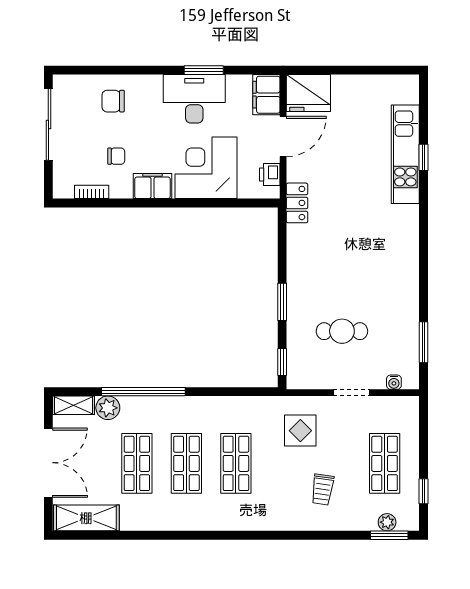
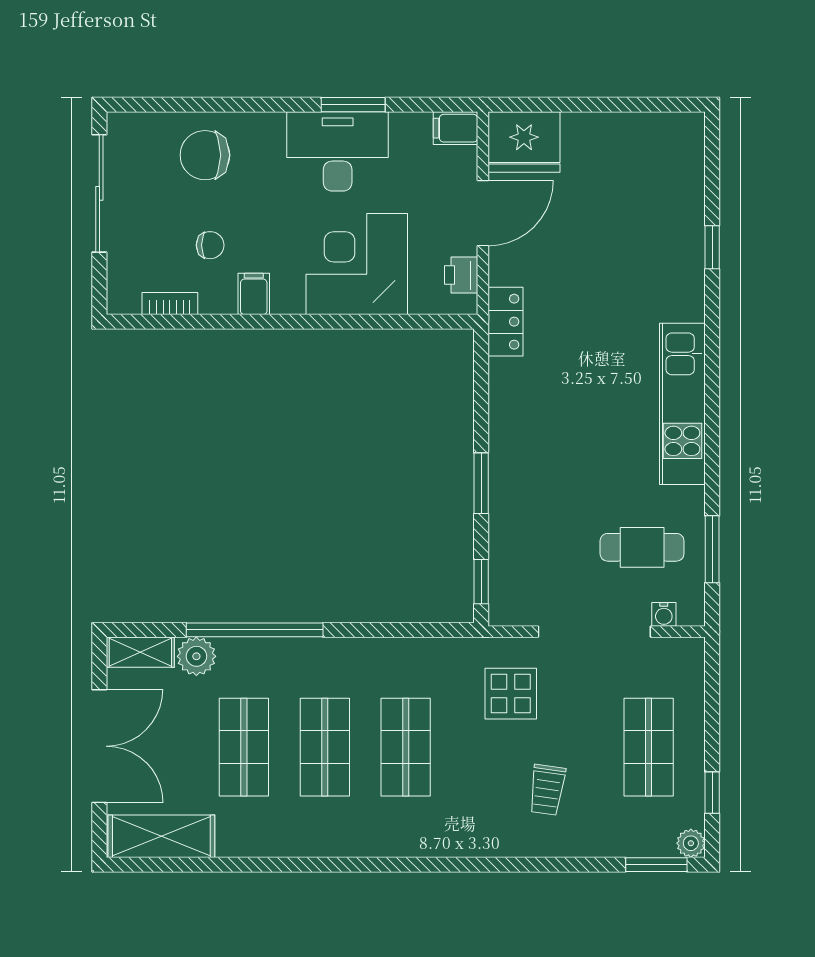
filing cabinet: (266, 95) -> (455, 128), width x0.50
chair: (113, 101) -> (205, 155), width x1.37, depth x1.37
kitchen unit: (405, 154) -> (682, 404), moved
filing cabinet: (152, 186) -> (254, 294), width x0.50
cafe table: (342, 331) -> (642, 547), moved
doorway: (351, 393) -> (594, 632), width x1.87
plant: (387, 522) -> (691, 843), moved

